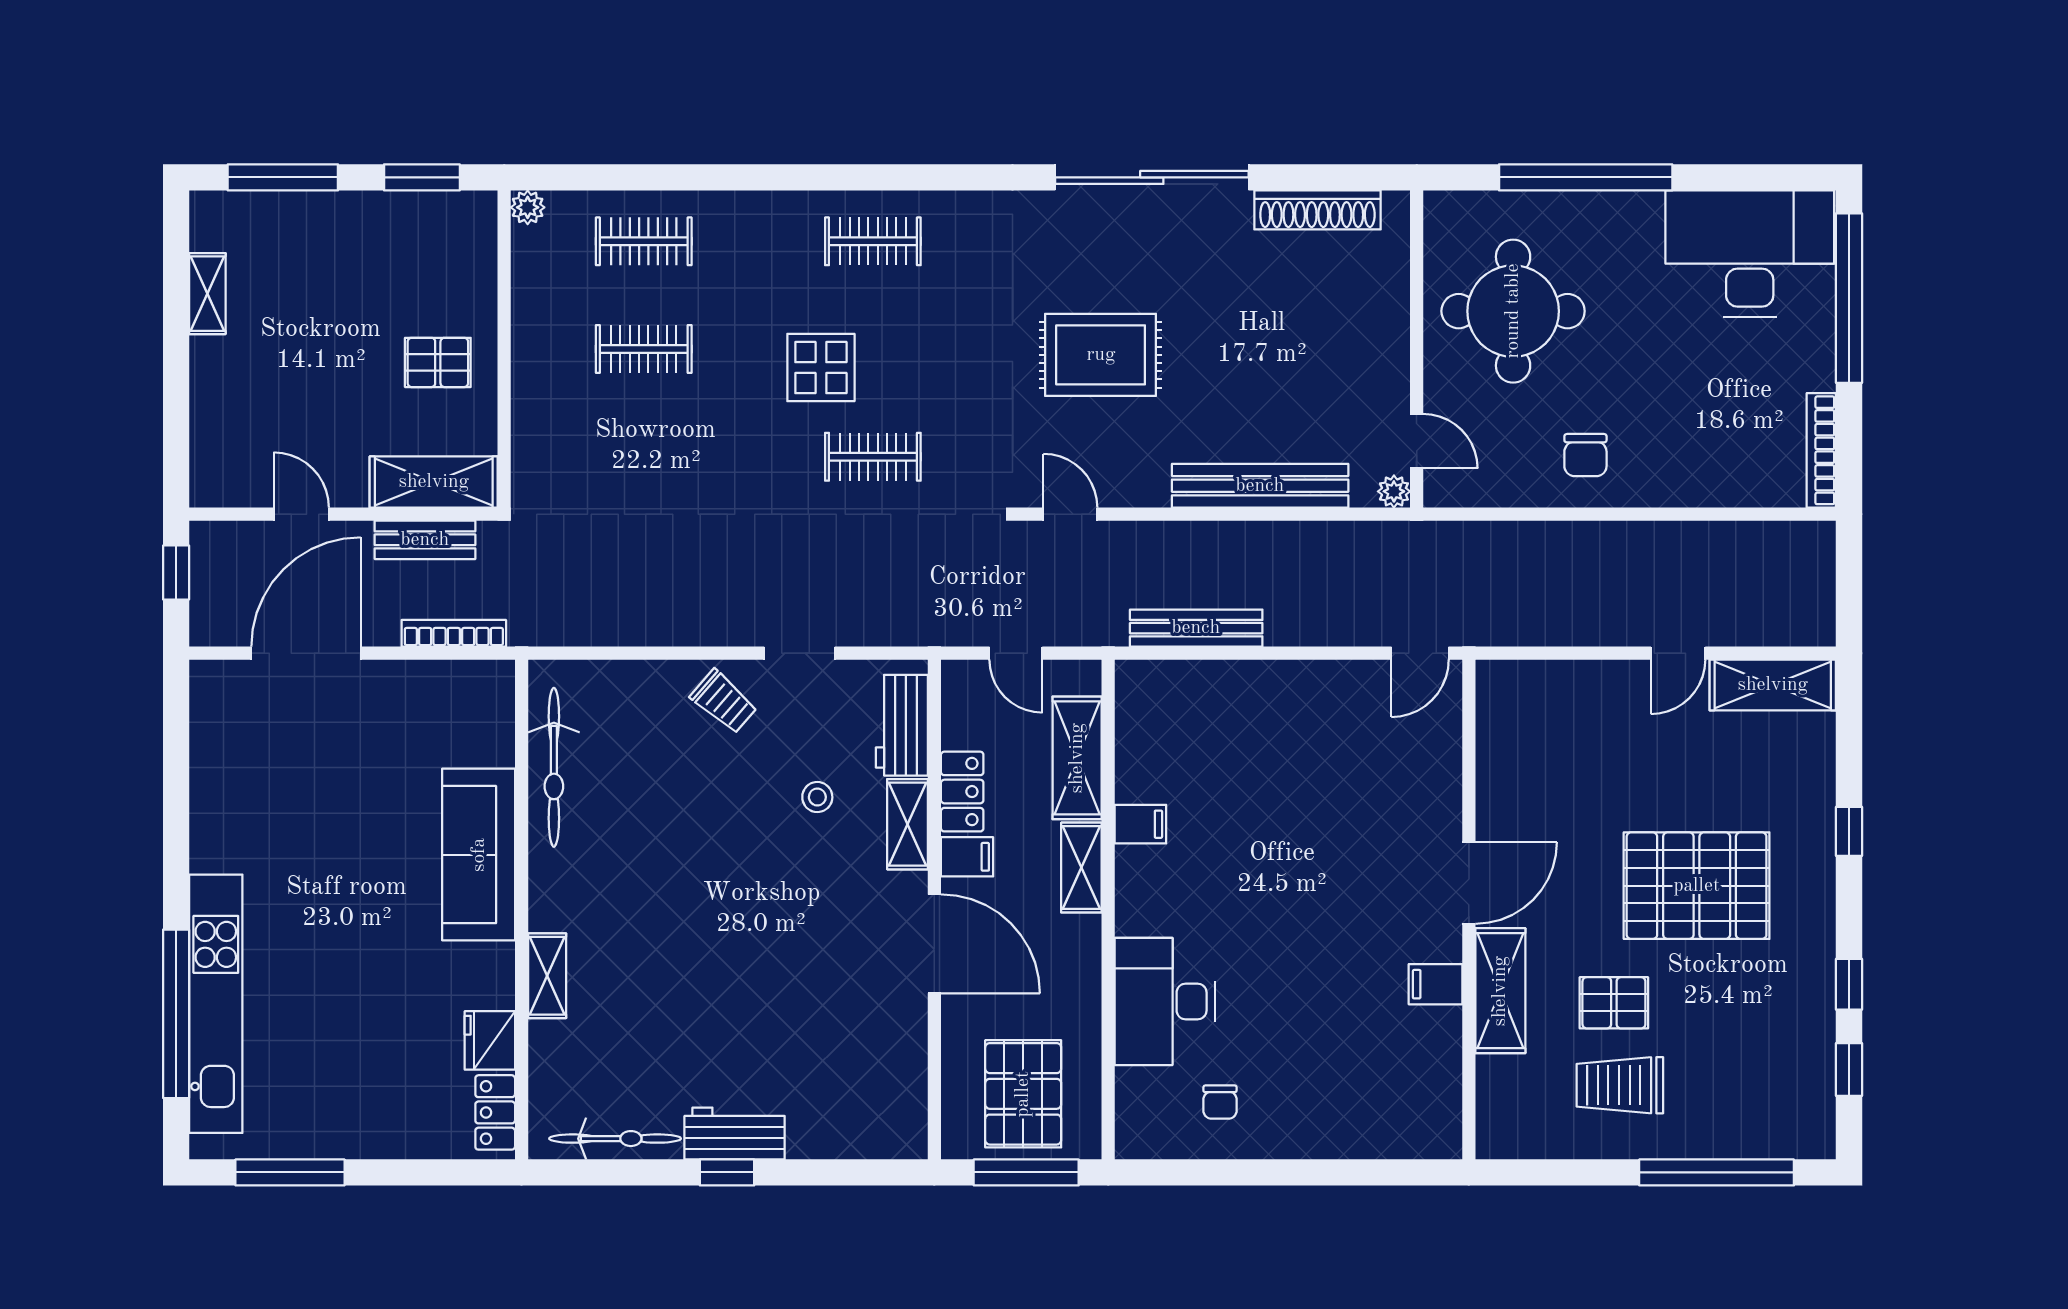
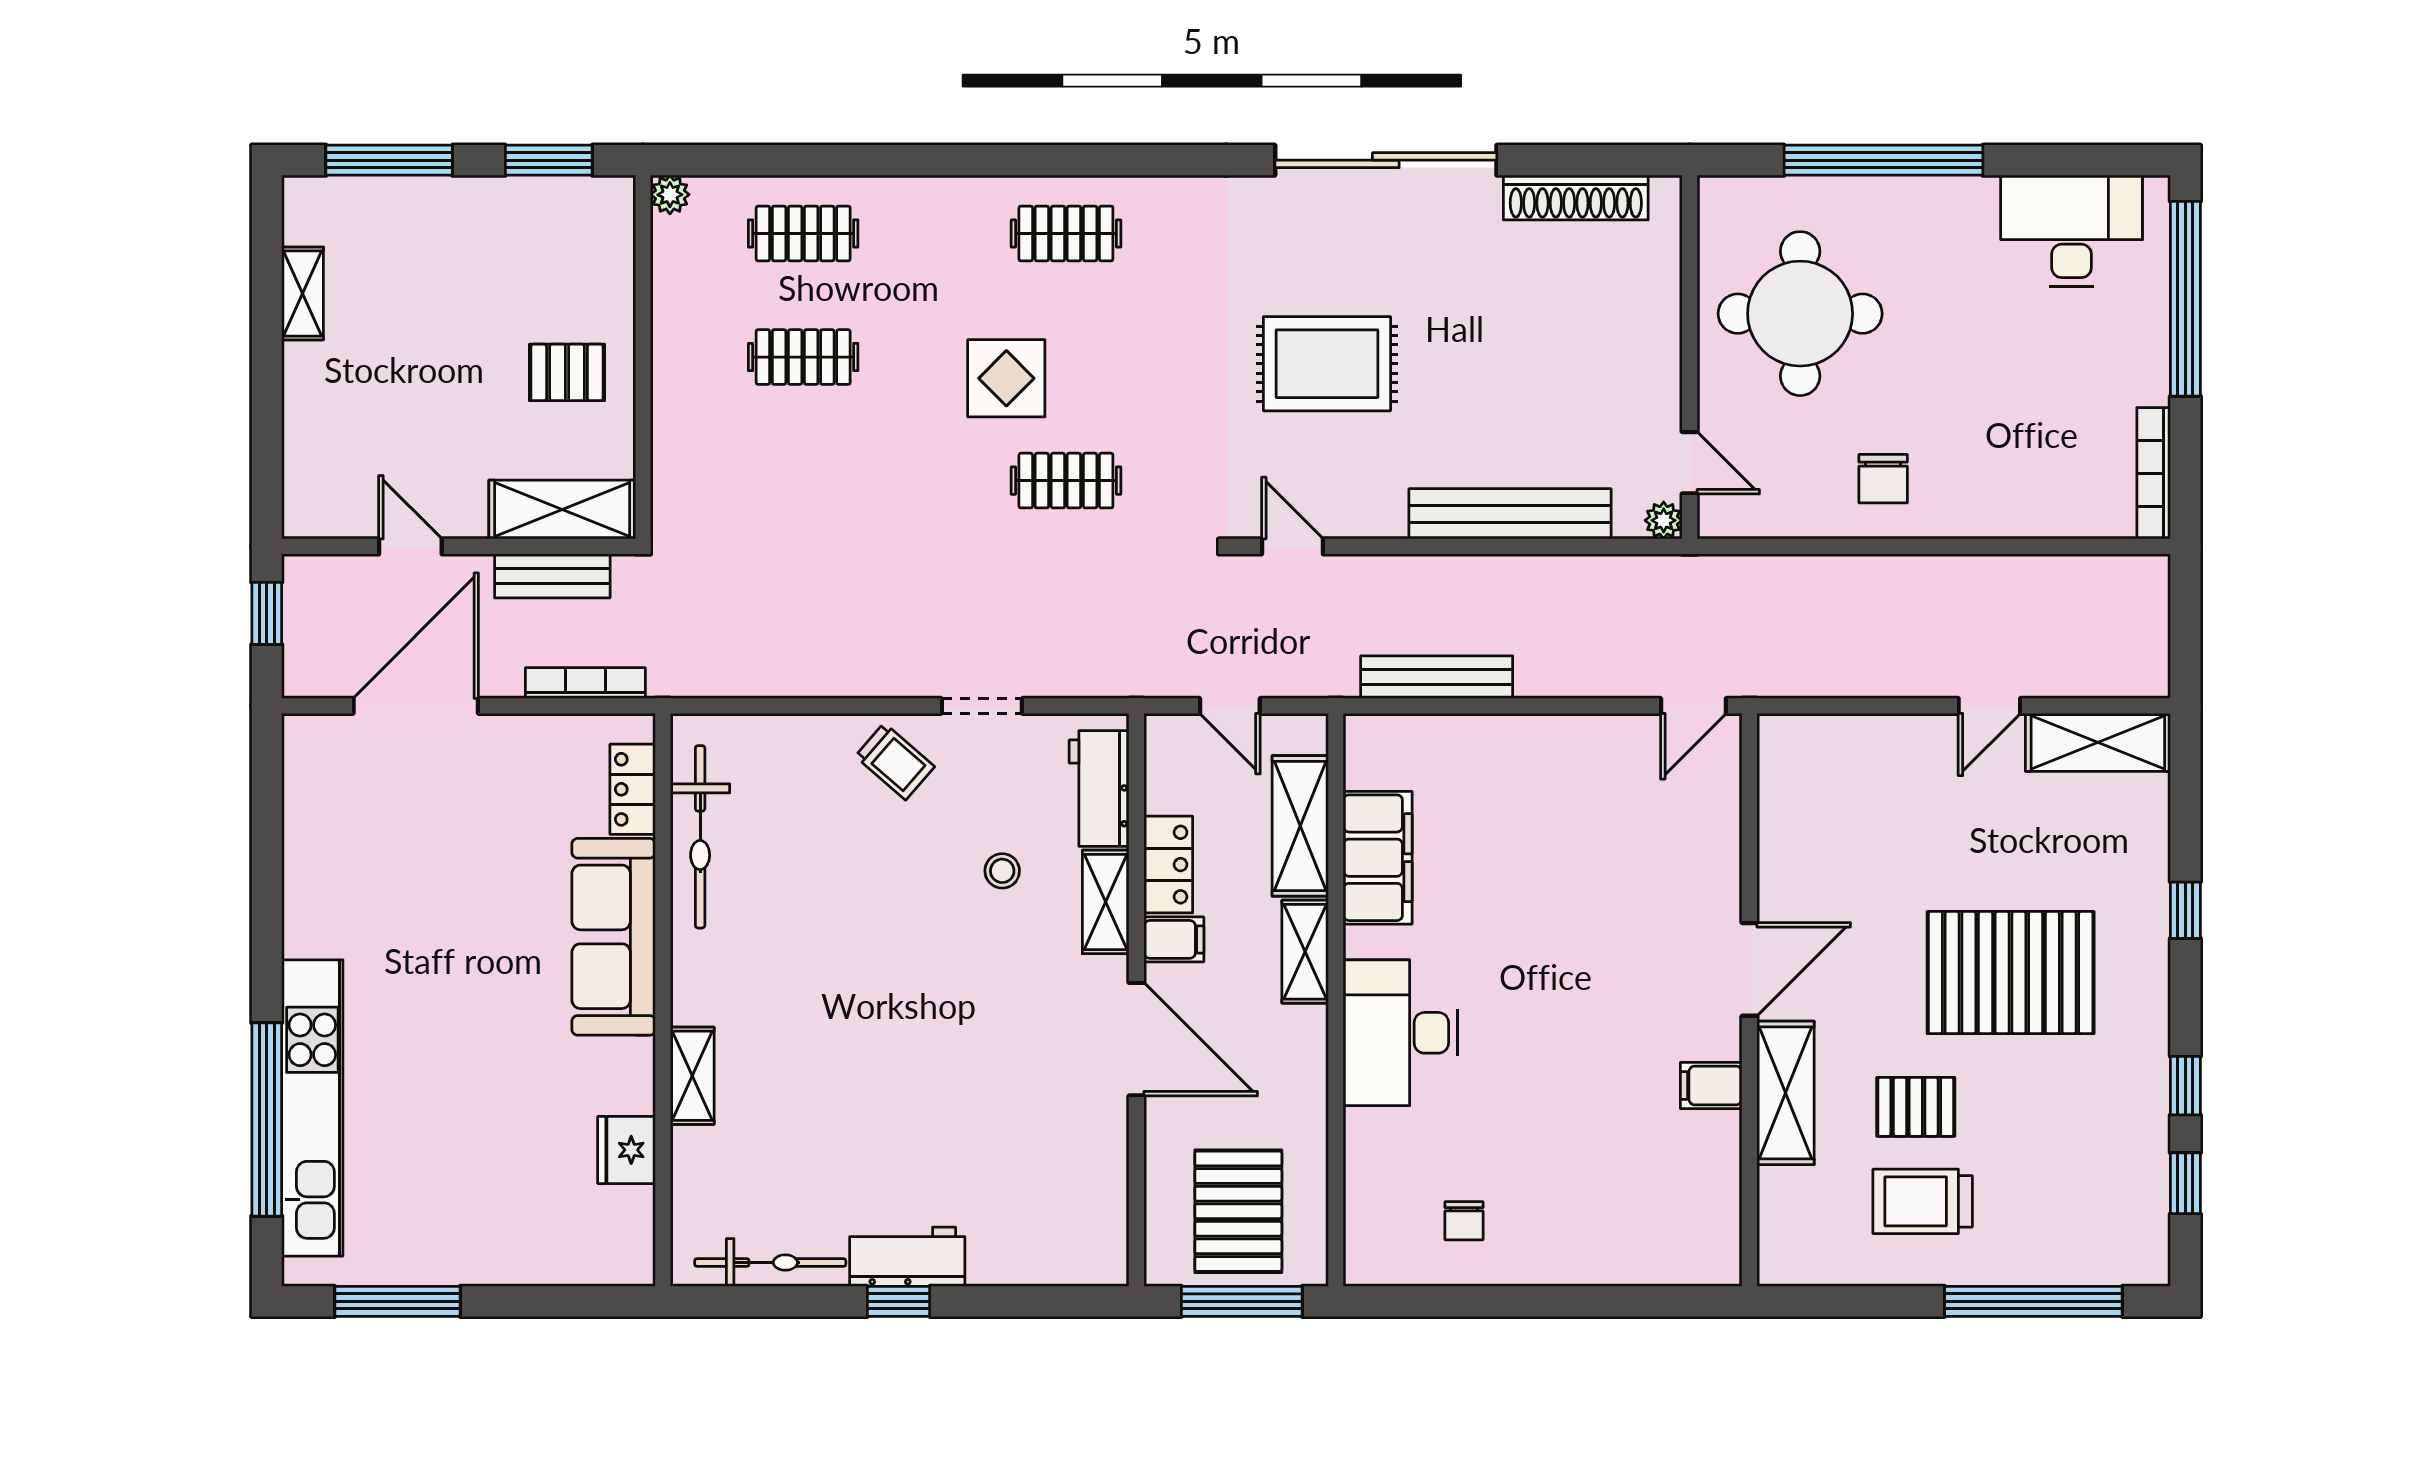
desk: (1750, 254) -> (2072, 231), width x0.73, depth x0.77
filing cabinet: (1140, 824) -> (1378, 858), width x3.00, depth x1.17
desk: (1165, 1001) -> (1400, 1033), moved
locker: (495, 1112) -> (633, 789), moved

